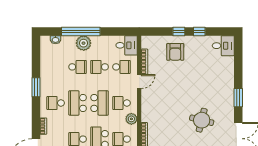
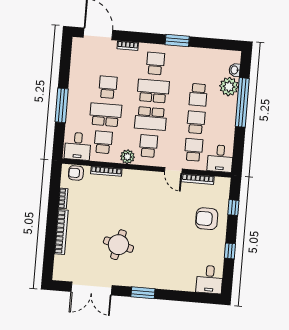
window: (179, 31) -> (233, 208), moved
plant: (84, 43) -> (229, 87), moved
school desk: (122, 67) -> (194, 150), turned 180

